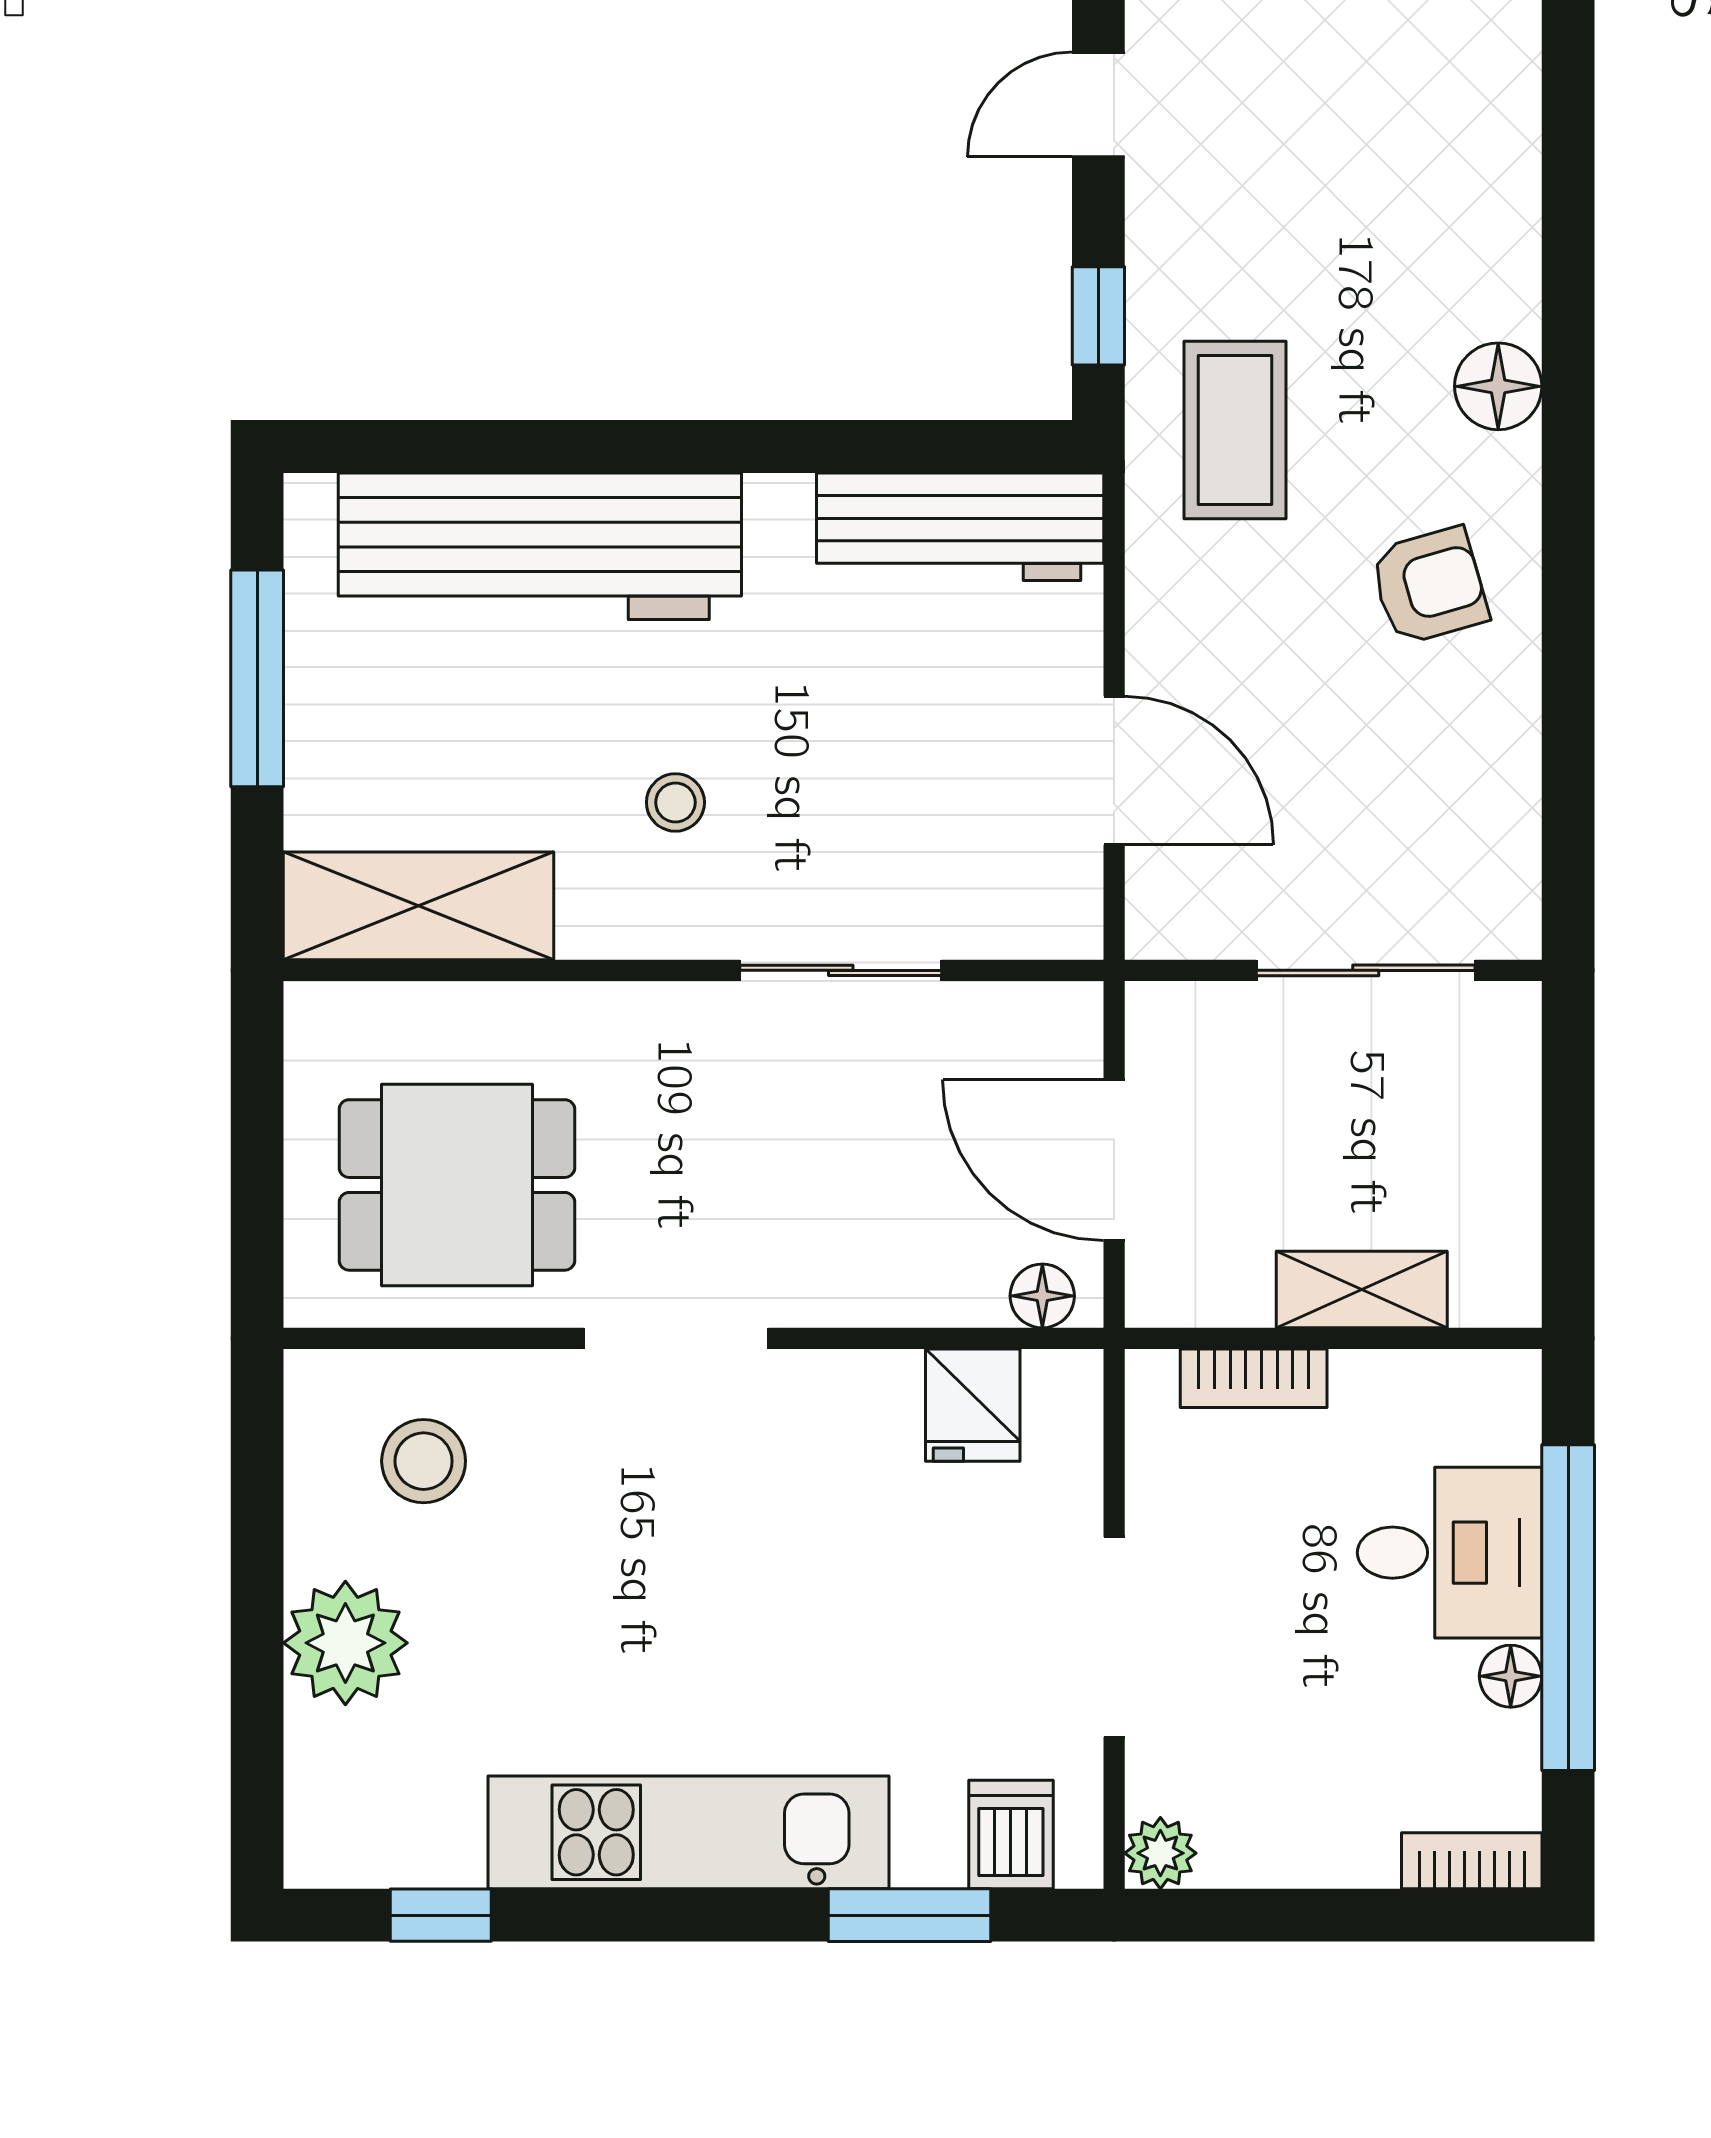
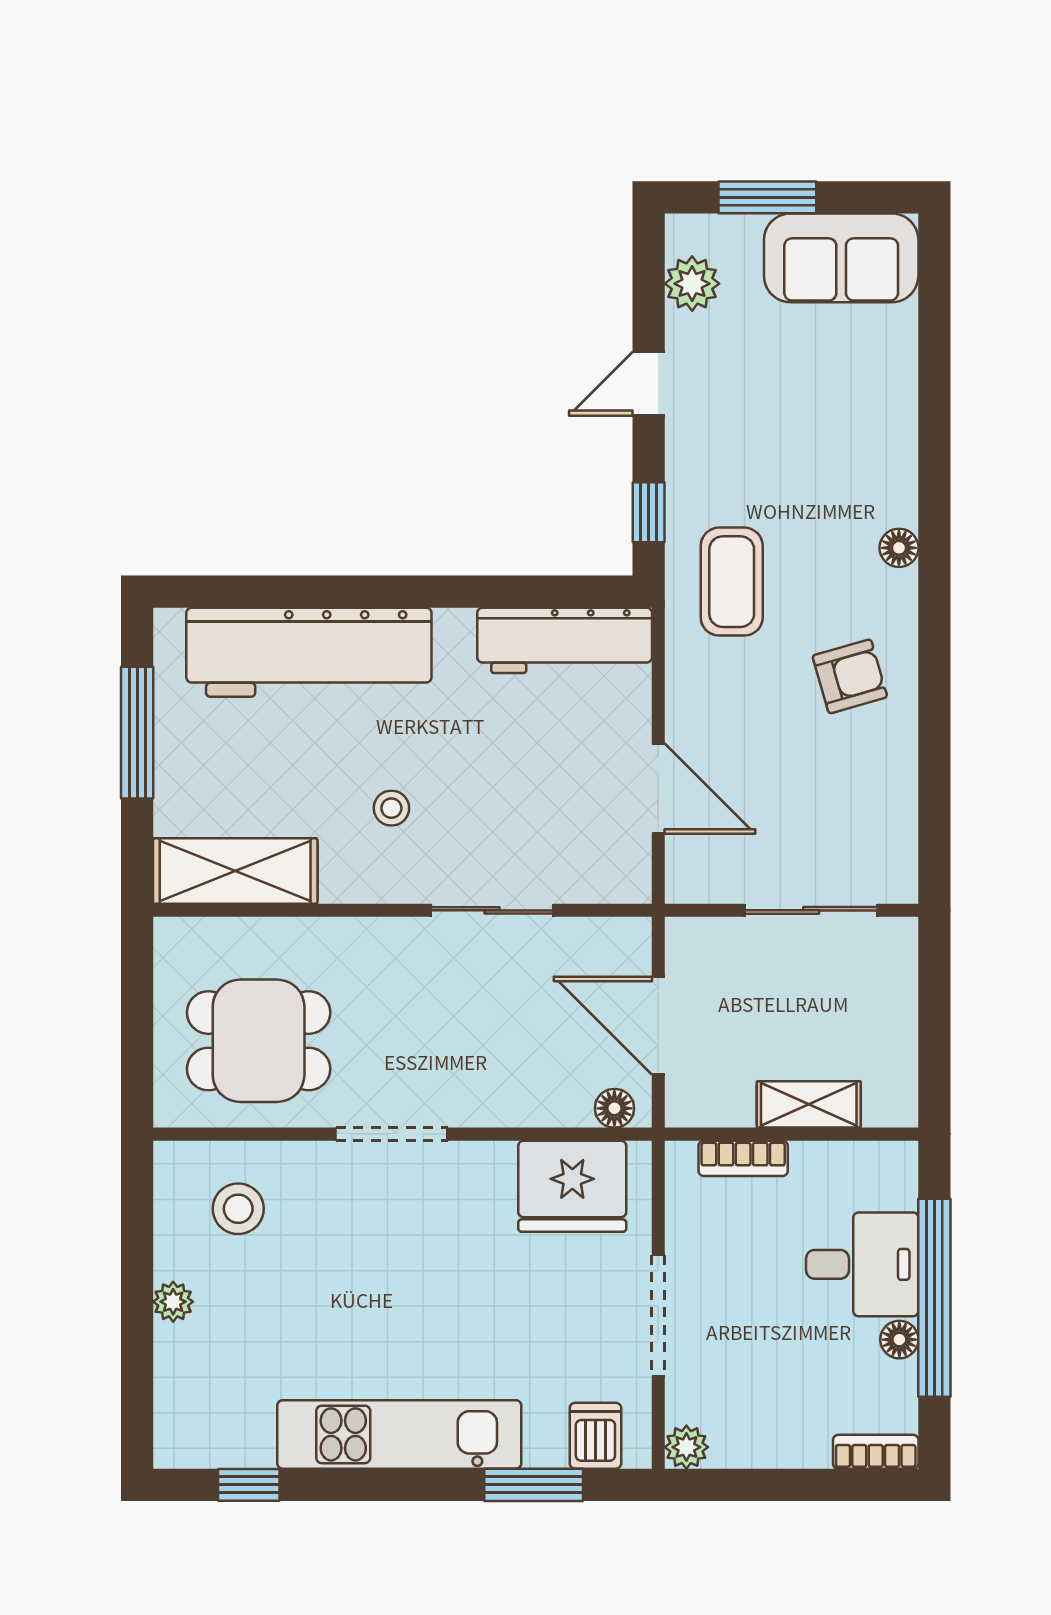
floor lamp: (1498, 386) -> (899, 548), width x0.73, depth x0.73
fridge: (973, 1405) -> (572, 1186), width x1.88, depth x1.34
plant: (345, 1643) -> (173, 1302), width x0.53, depth x0.53

